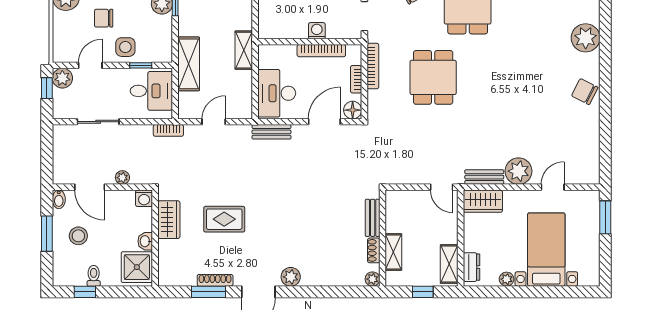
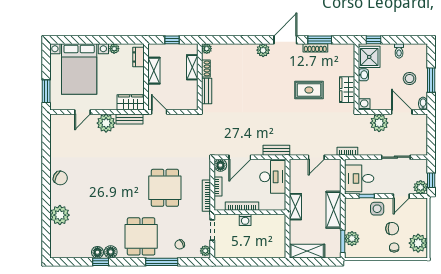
shelving: (189, 64) -> (333, 210), moved
plant: (122, 178) -> (379, 123), width x1.88, depth x1.88
bed with nightstands: (546, 250) -> (79, 69), width x1.36
shelving: (449, 264) -> (154, 71), moved
window: (85, 292) -> (373, 40), moved

